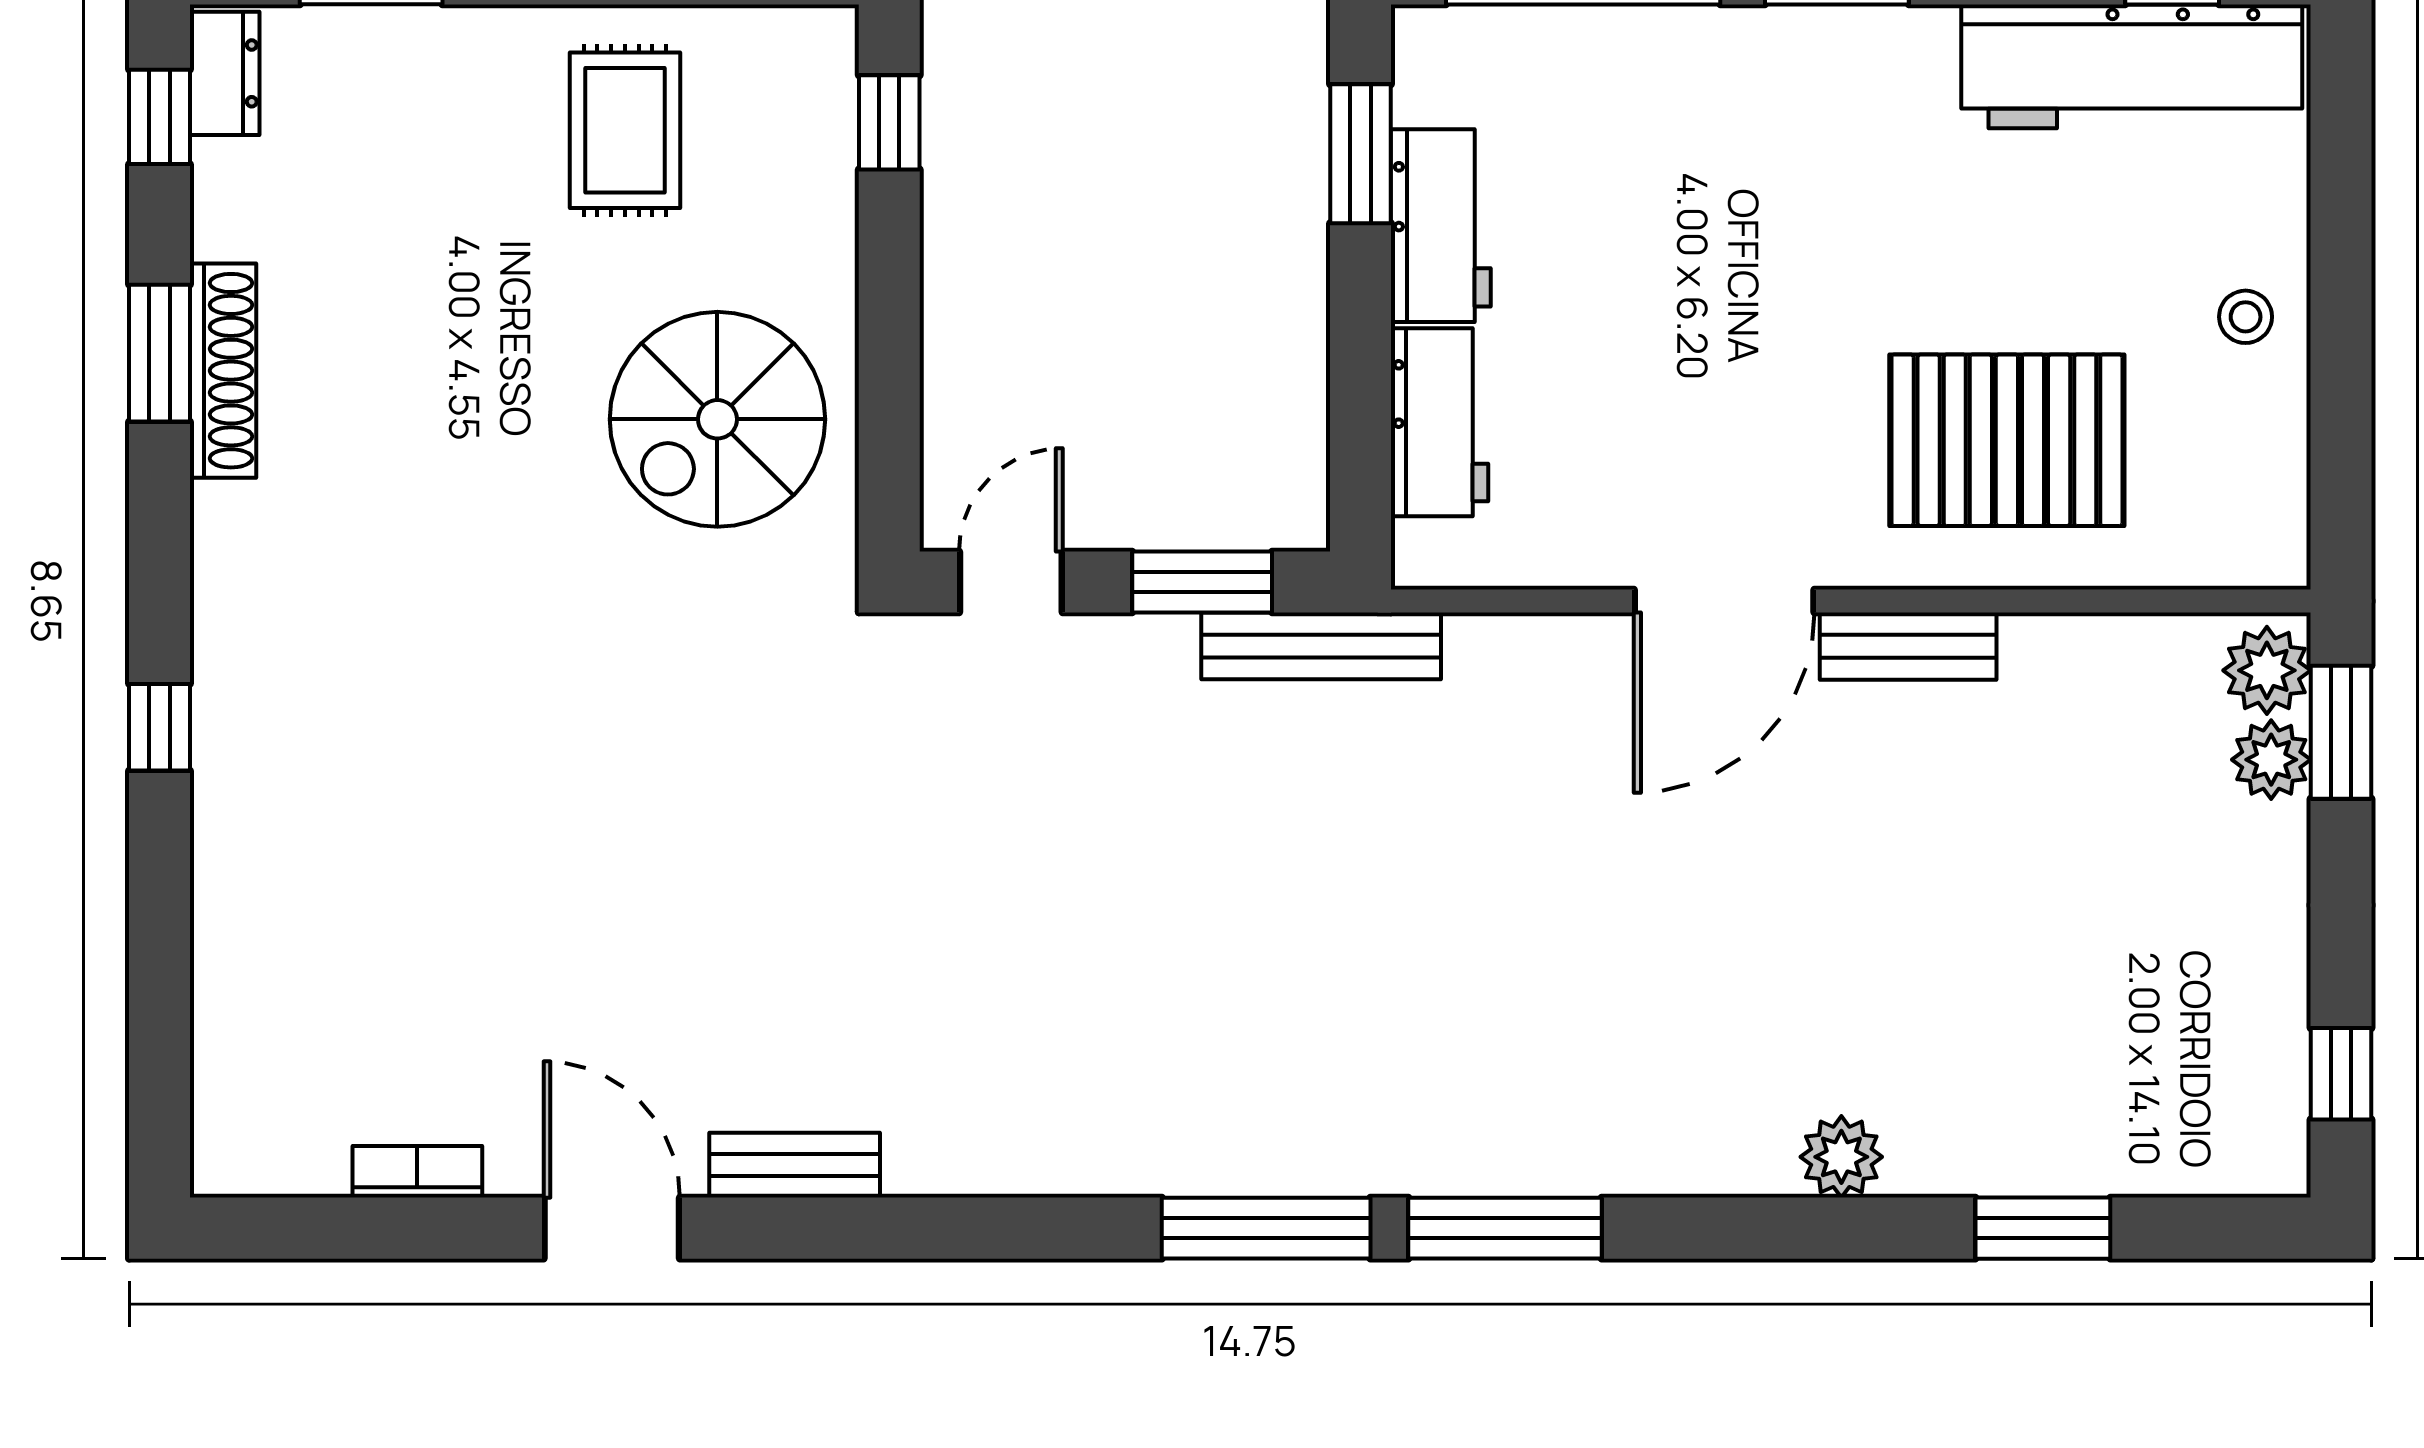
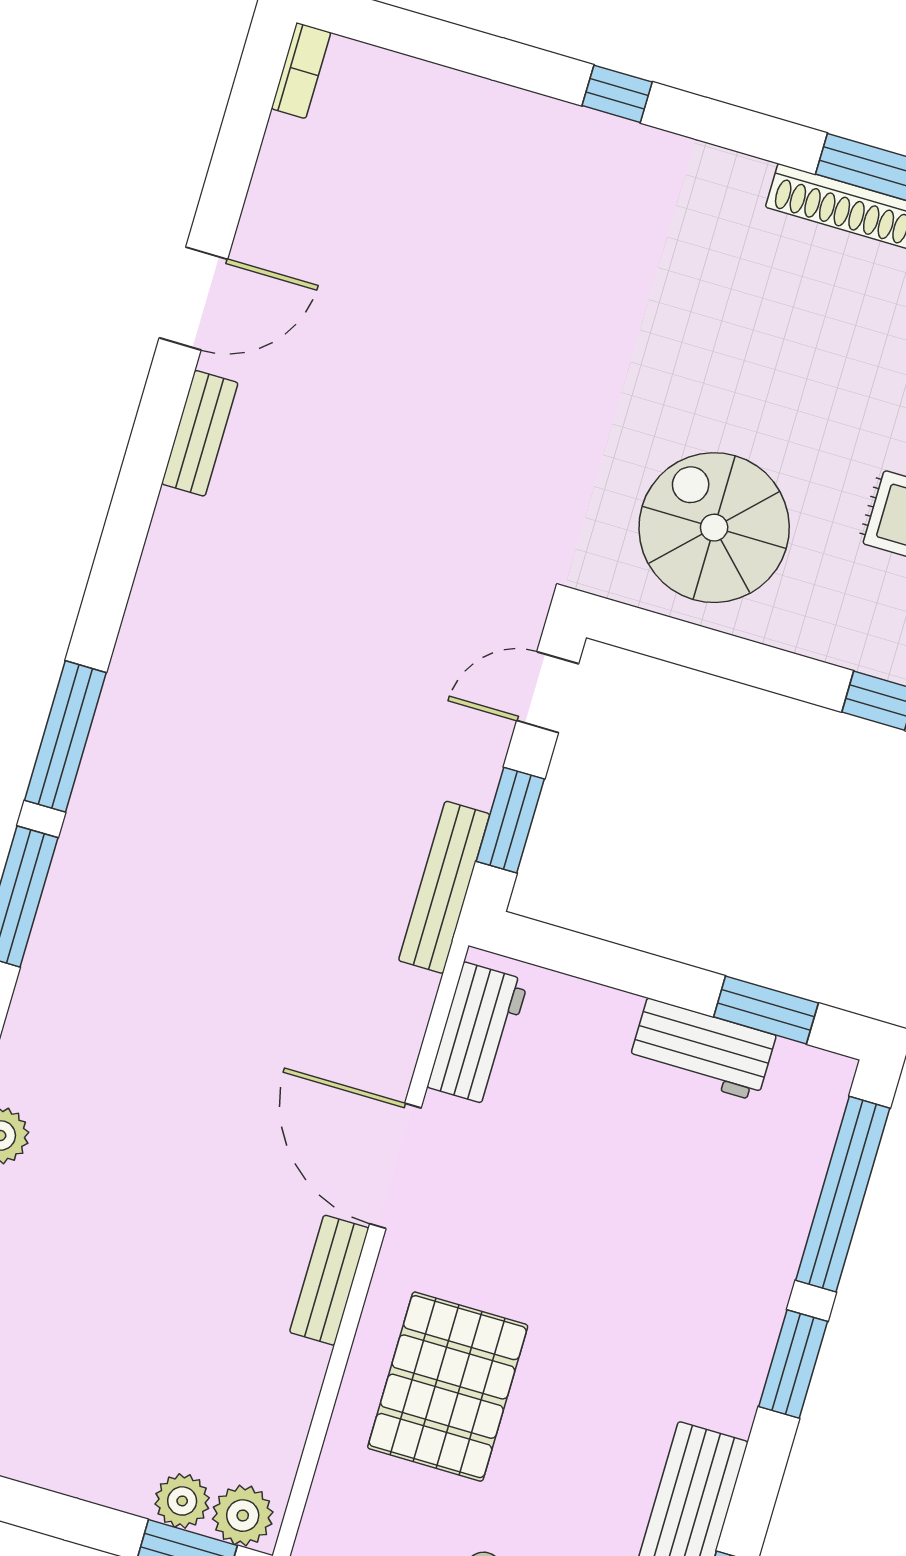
workbench: (1440, 422) -> (478, 1034), moved, turned -90
door: (1011, 582) -> (548, 692), swing flipped
bookcase: (417, 1172) -> (301, 71), moved

